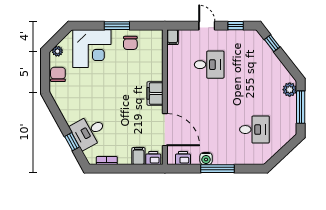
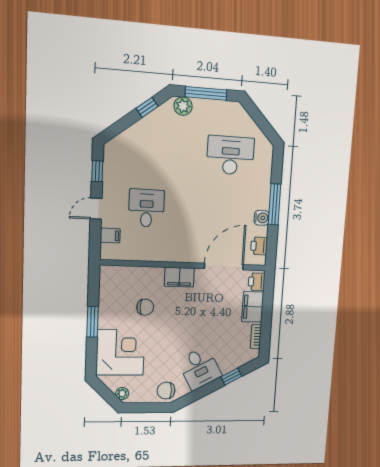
filing cabinet: (173, 37) -> (110, 235), moved
chair: (130, 43) -> (145, 307), moved
window: (272, 43) -> (147, 107), moved
chair: (58, 74) -> (166, 391), moved
desk: (254, 130) -> (230, 155), width x1.37
desk: (89, 132) -> (200, 368), moved
filing cabinet: (138, 156) -> (253, 307), width x2.00

